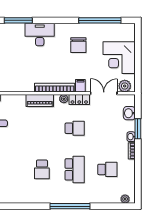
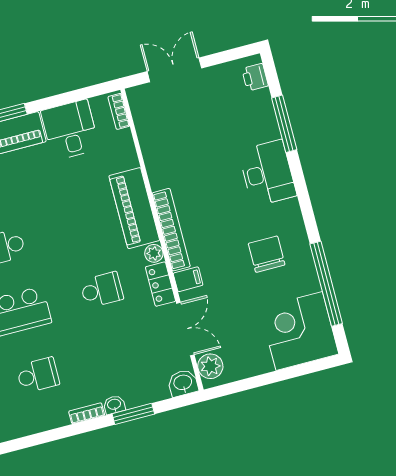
chair: (78, 45) -> (267, 254), turned 90
corner desk: (119, 58) -> (299, 331), moved
piano: (40, 100) -> (134, 208), width x1.37, depth x1.33
washbasin: (129, 113) -> (183, 383), moved
school desk: (75, 128) -> (102, 290), turned -90
school desk: (107, 169) -> (38, 375), turned -90

